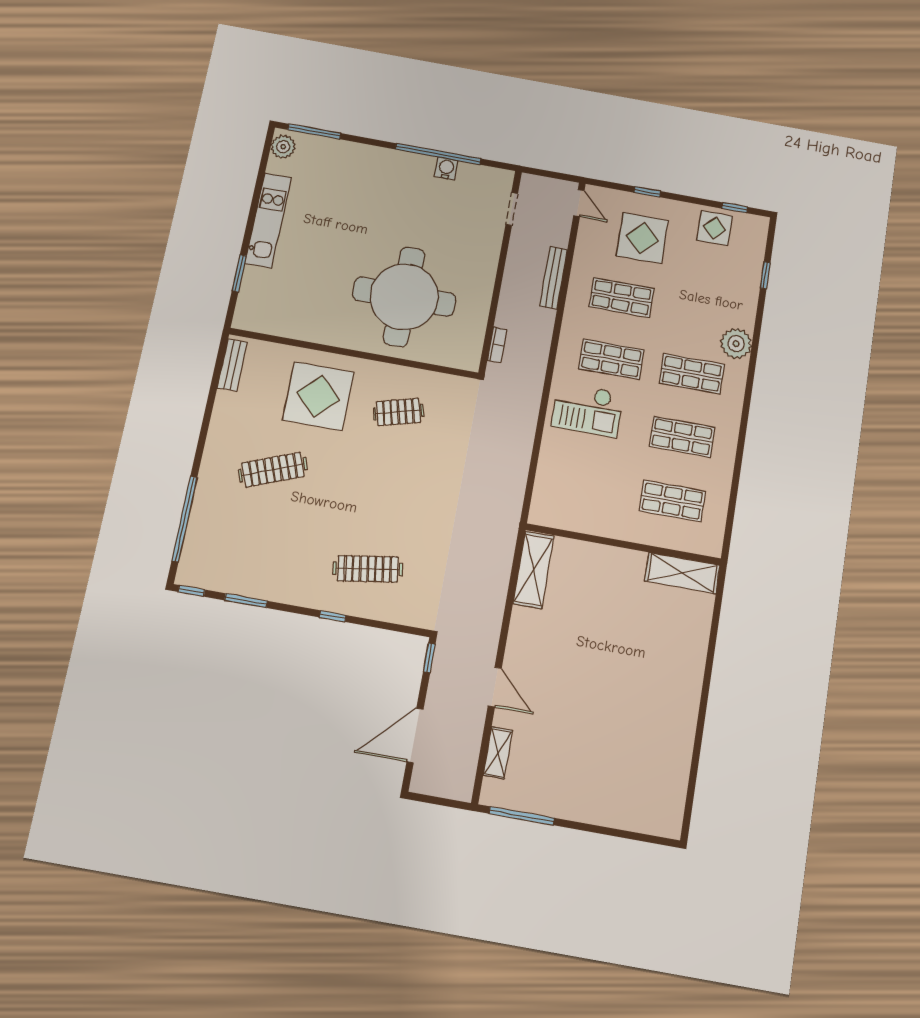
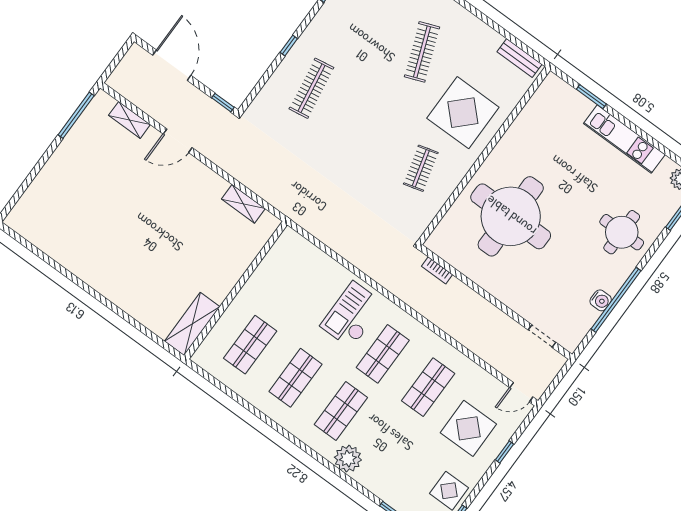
round table: (366, 179) -> (622, 232), added
bench: (554, 278) -> (470, 341), removed
shelving: (534, 570) -> (243, 204), width x0.67, depth x0.75

